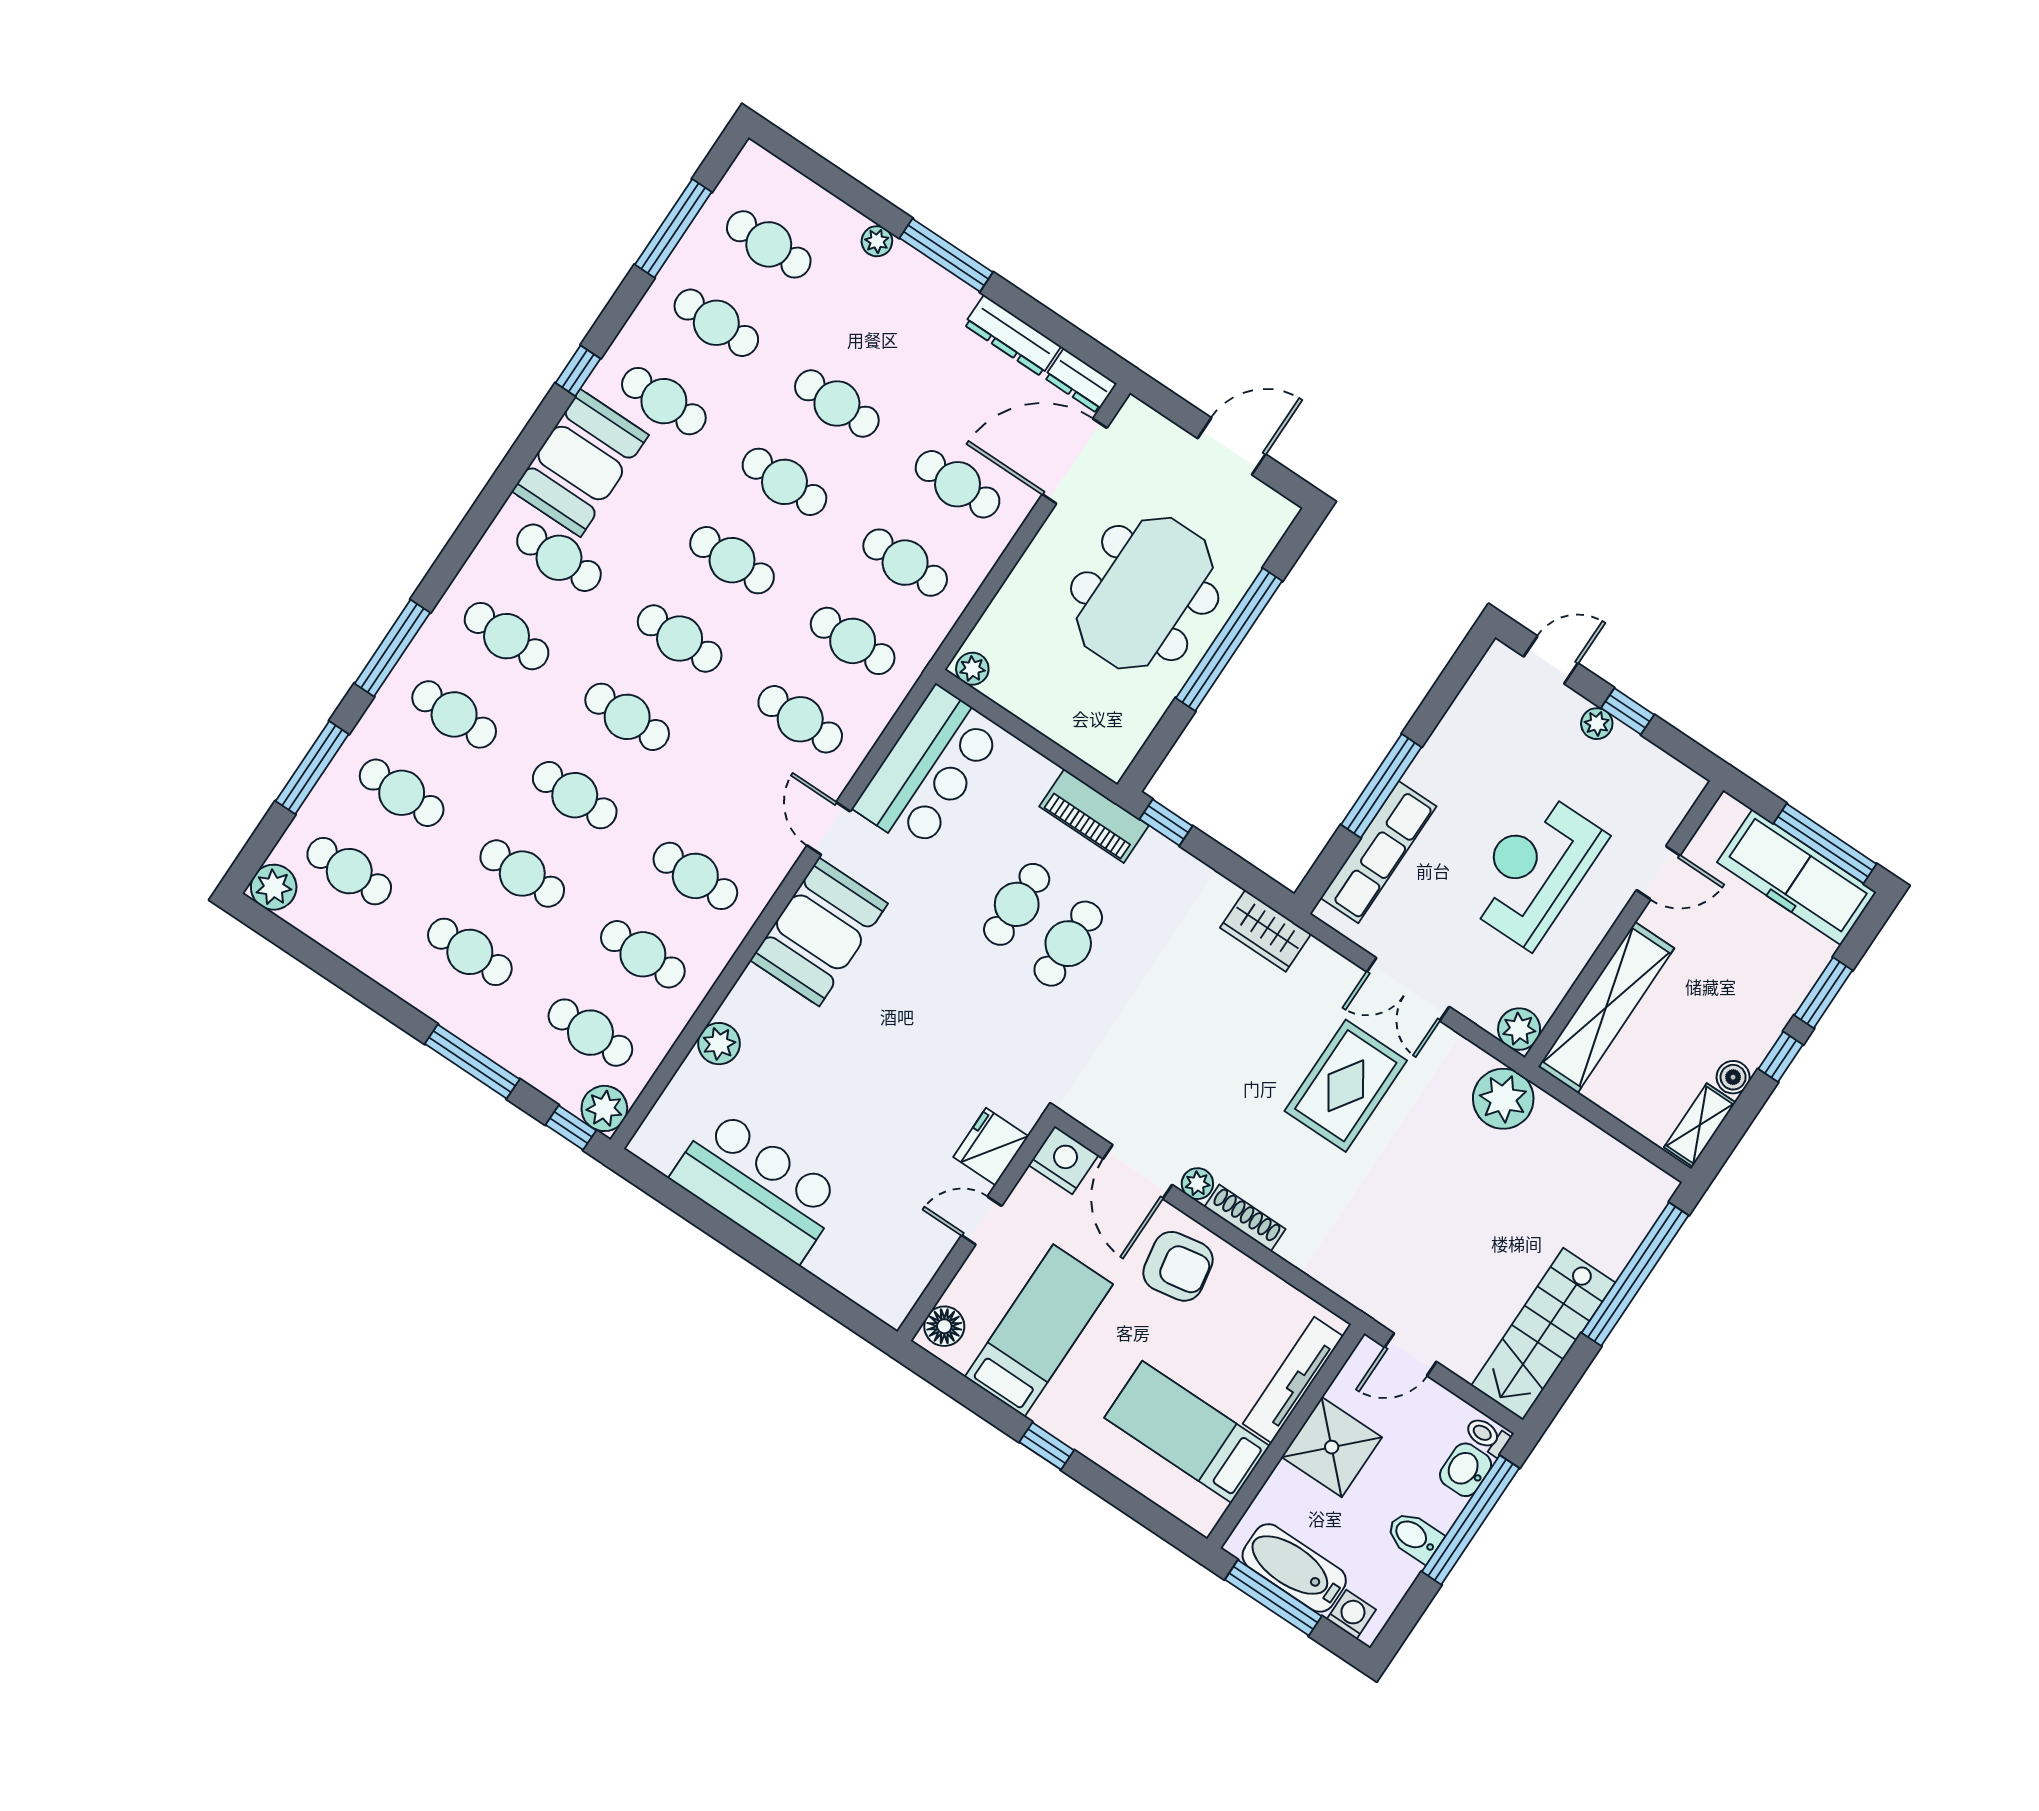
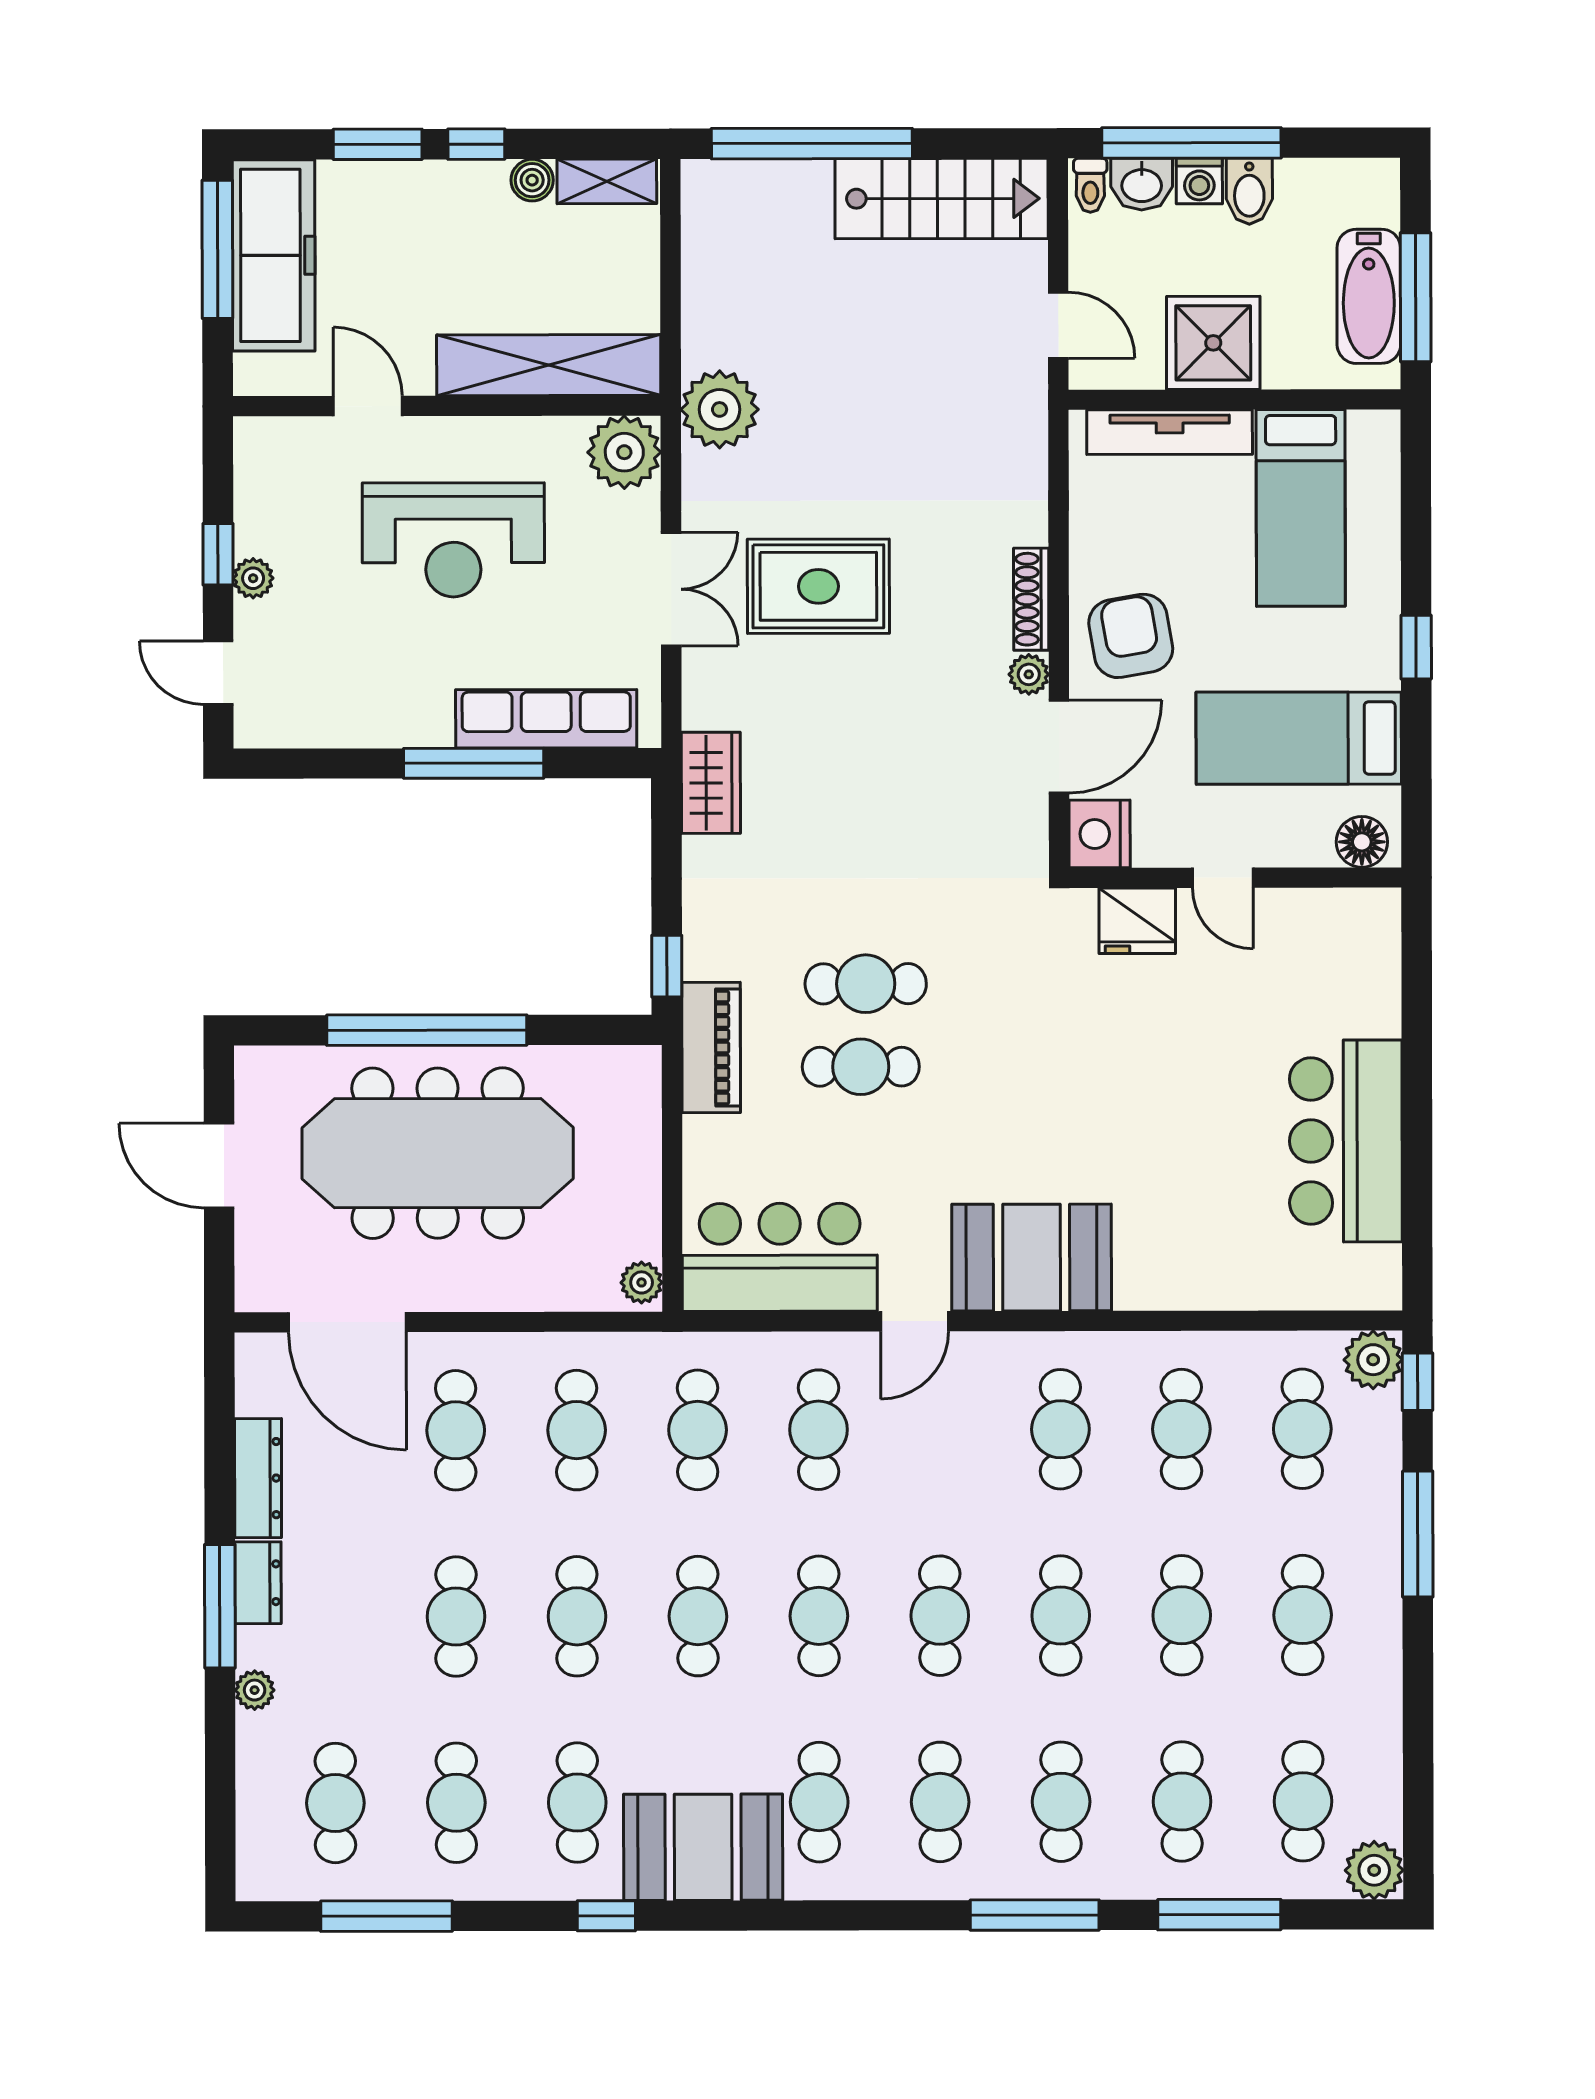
dresser: (1080, 381) -> (258, 1583), moved
meeting table: (1145, 593) -> (438, 1153), width x1.36
plant: (1519, 1029) -> (624, 452), width x1.36, depth x1.36
plant: (719, 1044) -> (1222, 1284), removed
washing machine: (1351, 1614) -> (1199, 181), moved, turned -90

